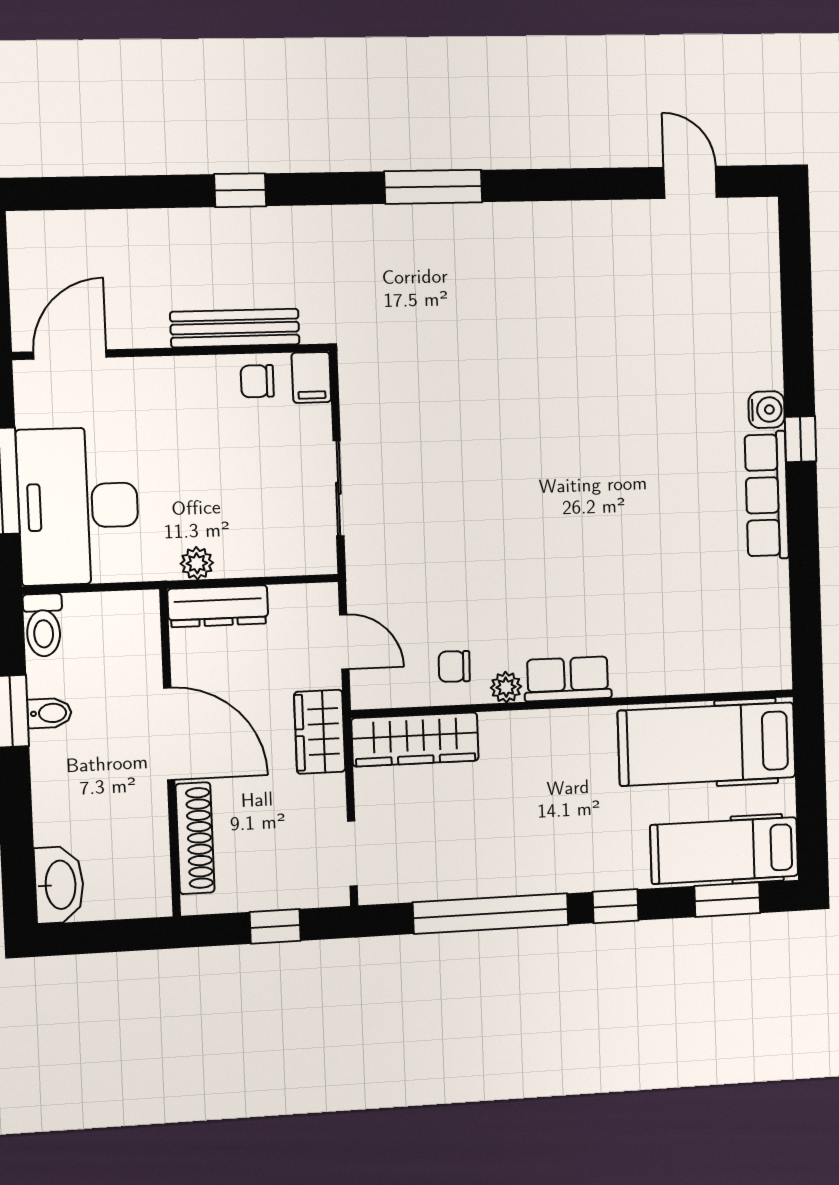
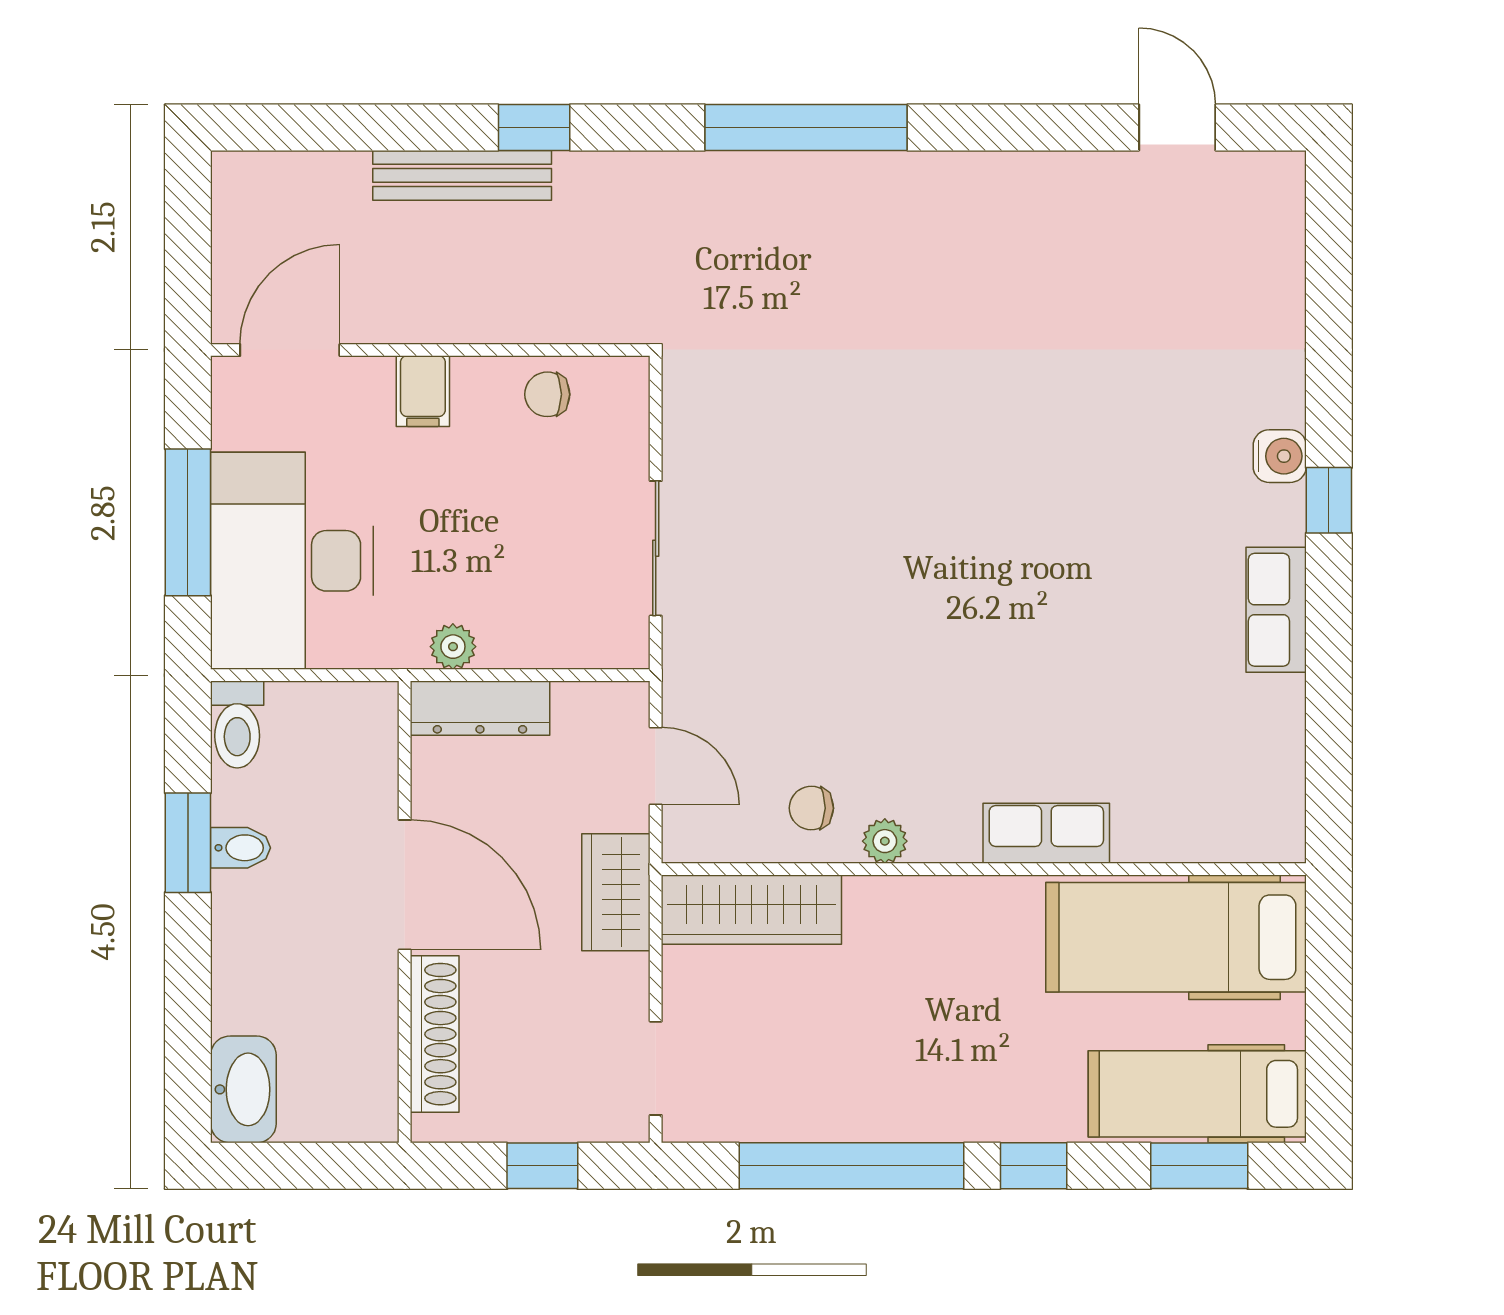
window: (433, 187) -> (806, 128), width x1.46
bench: (235, 328) -> (462, 175), moved
filing cabinet: (311, 377) -> (423, 391), moved
row of seats: (767, 495) -> (1276, 610), width x0.68
row of seats: (568, 679) -> (1046, 833), moved

